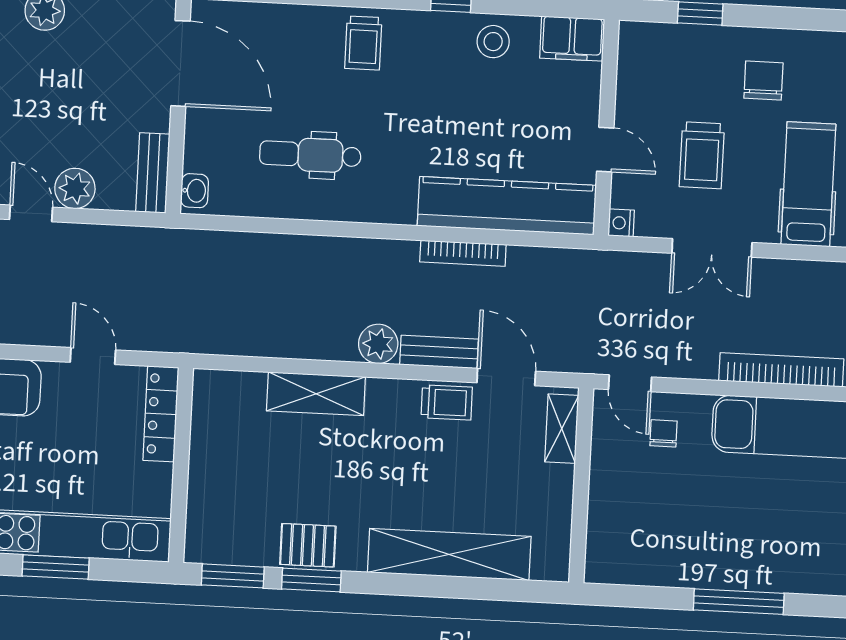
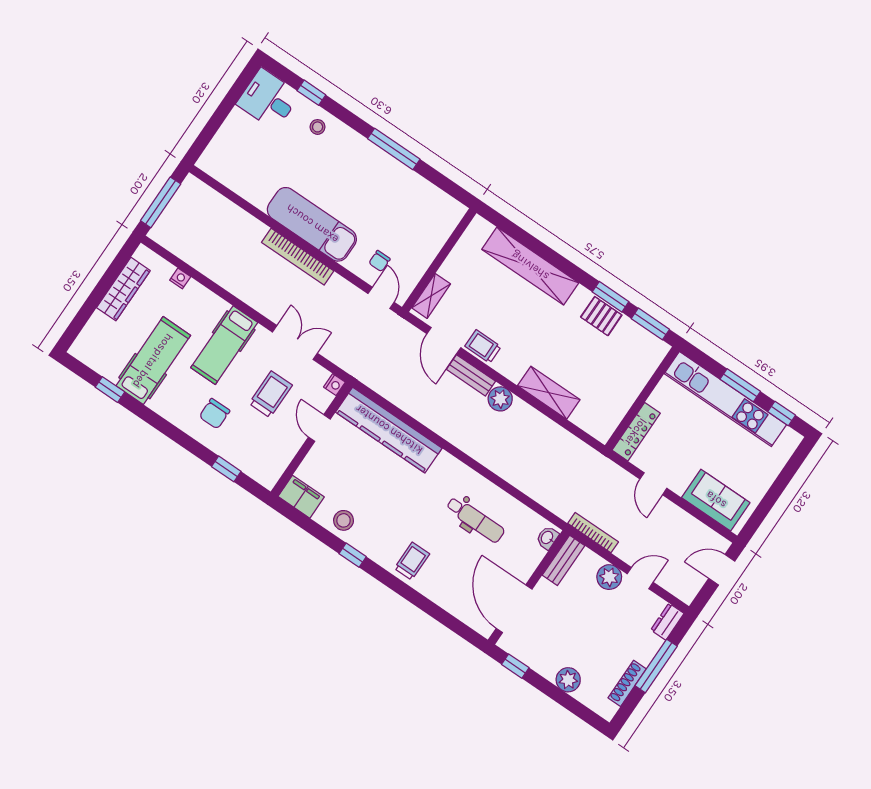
door: (31, 213) -> (640, 578), swing flipped
bookcase: (463, 253) -> (593, 533), moved

